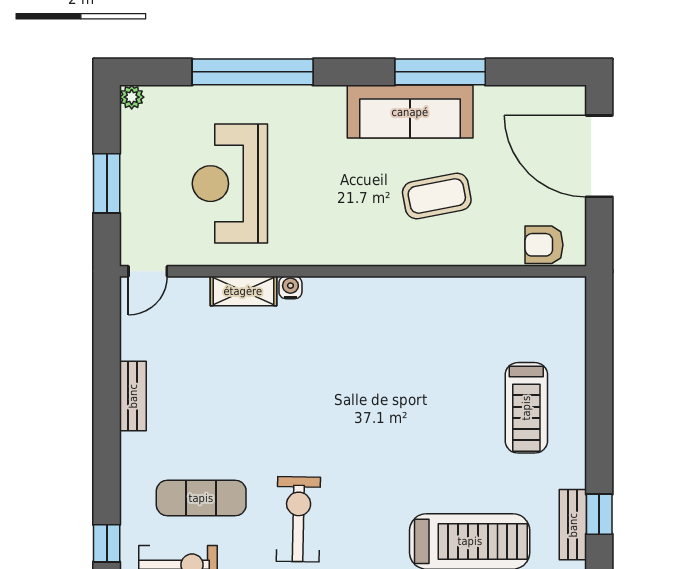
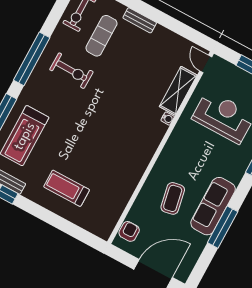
shelving: (243, 291) -> (178, 91), width x1.50, depth x1.33
bench: (133, 396) -> (140, 20), moved

